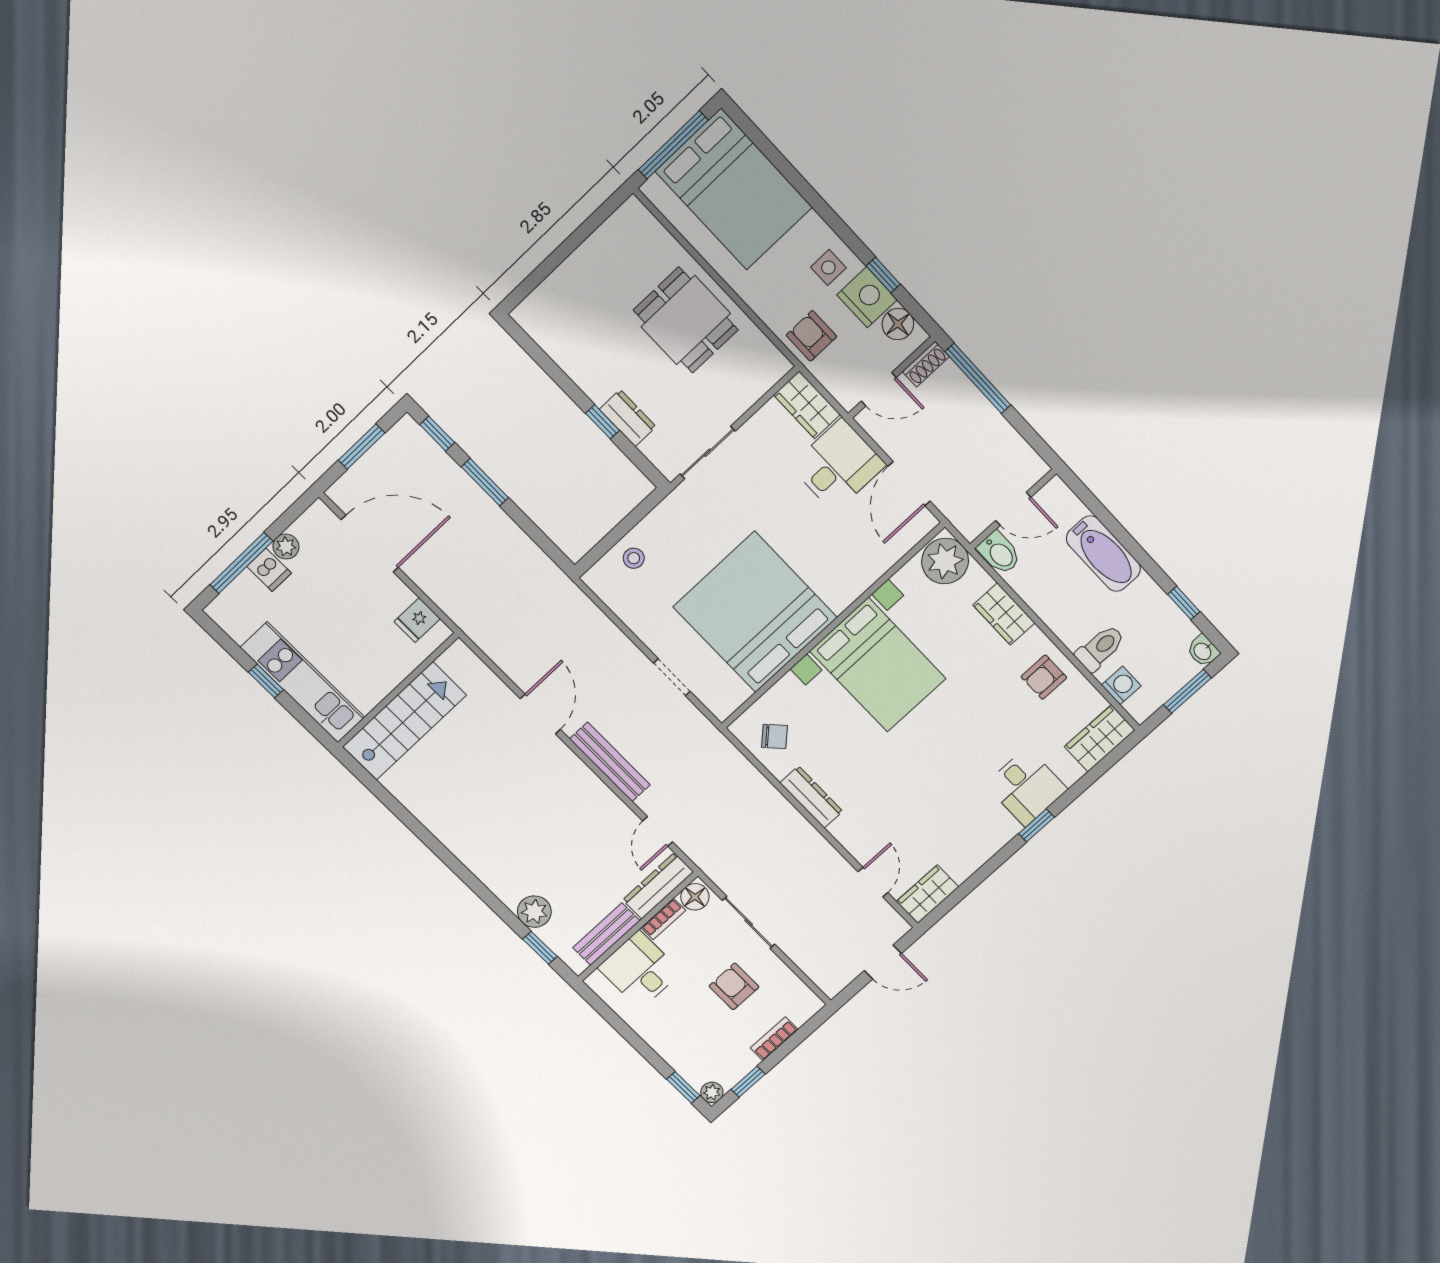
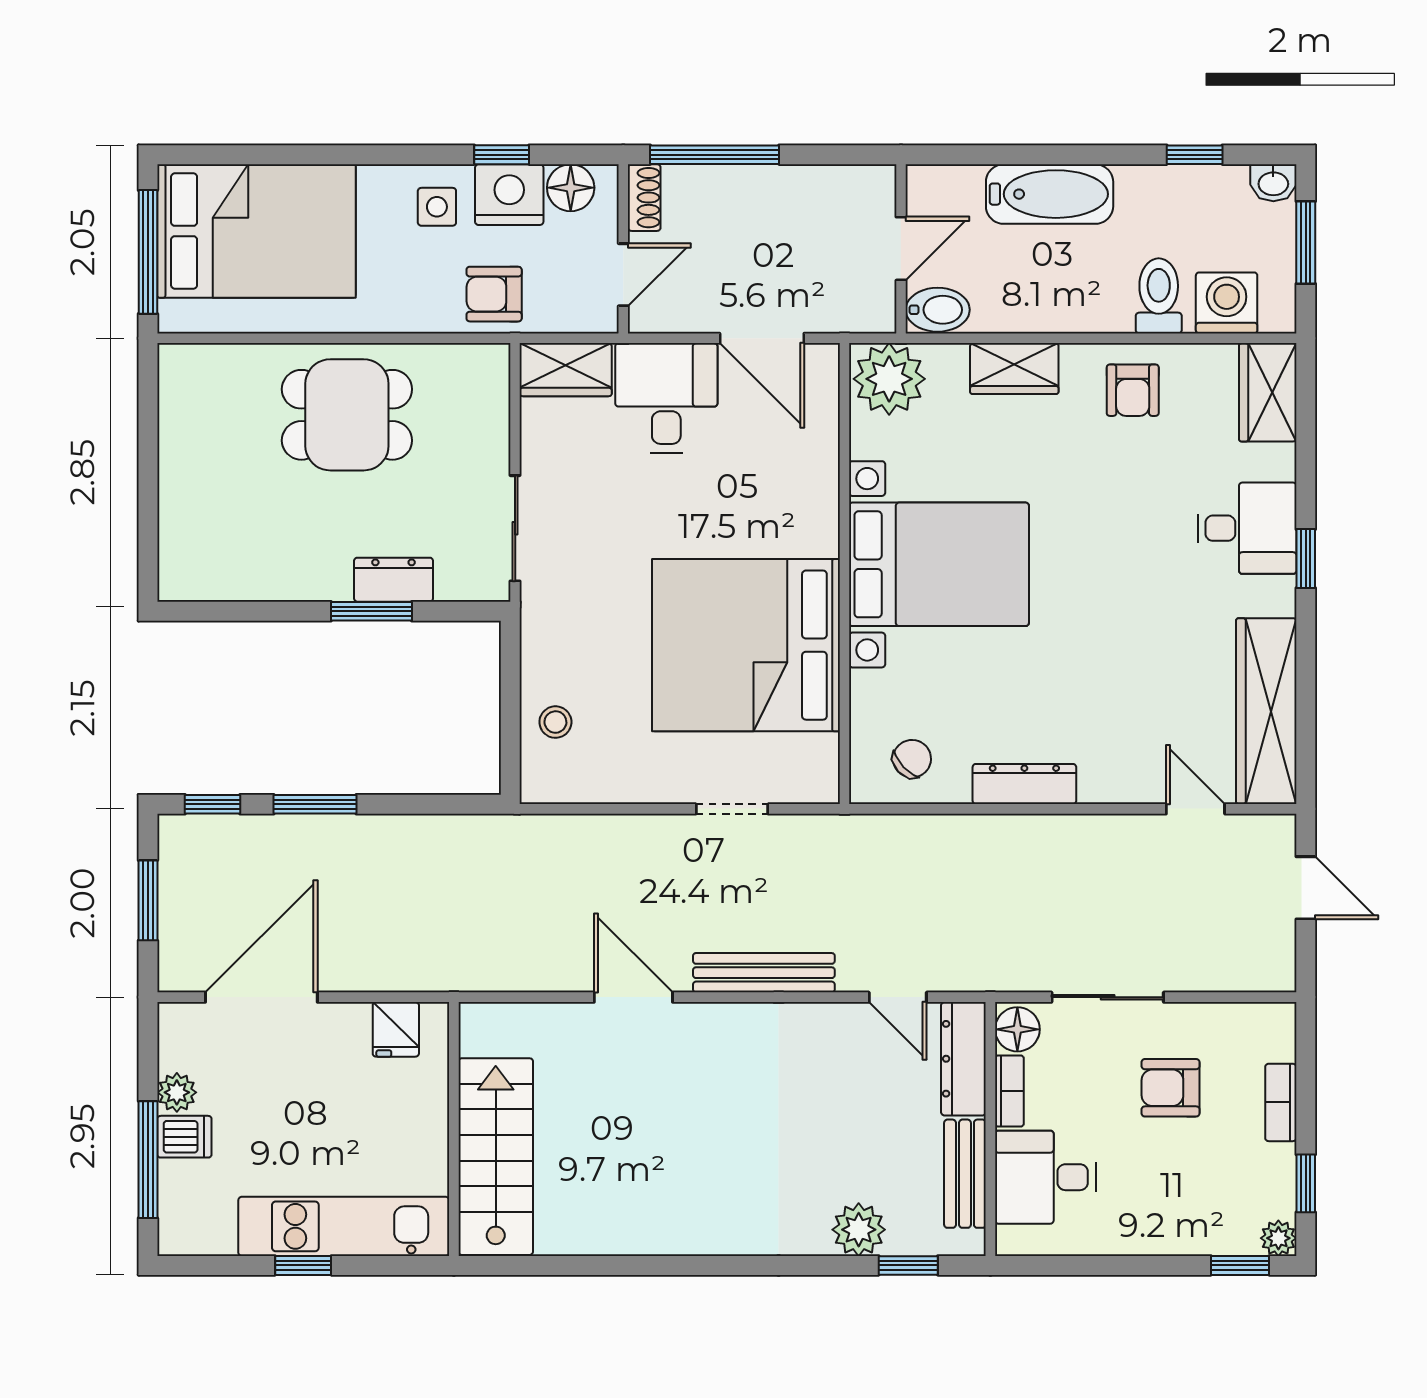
window: (602, 422) -> (371, 611), width x1.50
washing machine: (1121, 685) -> (1227, 303), width x1.38, depth x1.38
wardrobe: (927, 894) -> (1266, 711), width x2.10, depth x1.17
door: (883, 962) -> (1306, 888), hinge flipped

